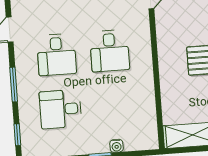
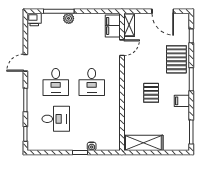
desk: (61, 109) -> (56, 119), turned 180

